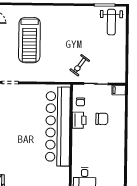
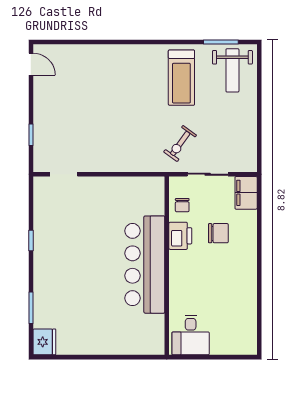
treadmill: (29, 40) -> (181, 78), moved, width x0.73, depth x0.73
filing cabinet: (119, 90) -> (246, 193), width x2.00
bar counter: (58, 126) -> (145, 265), width x0.73

